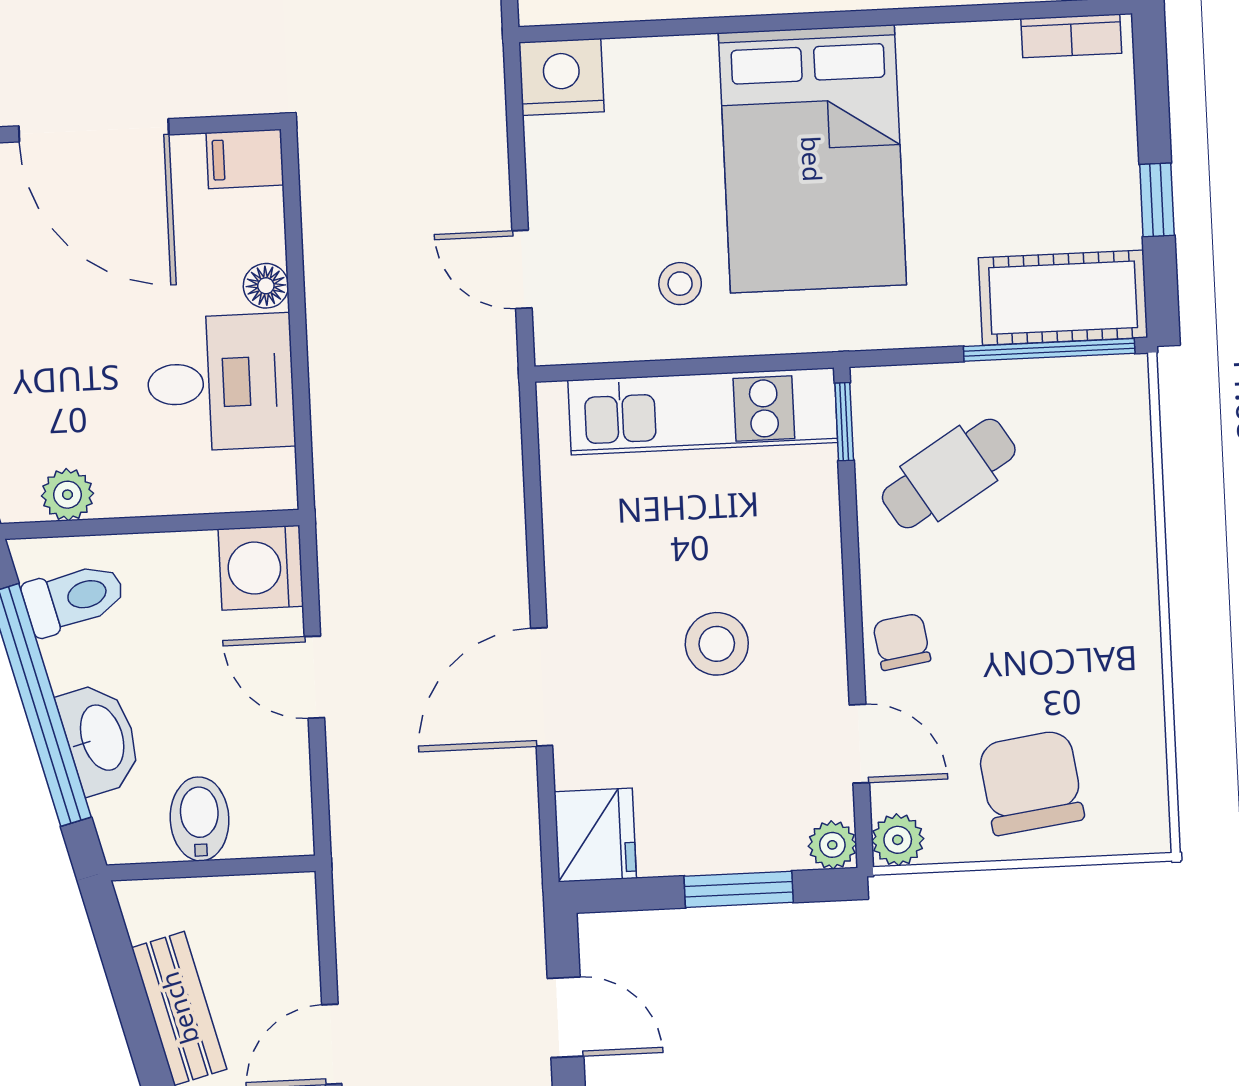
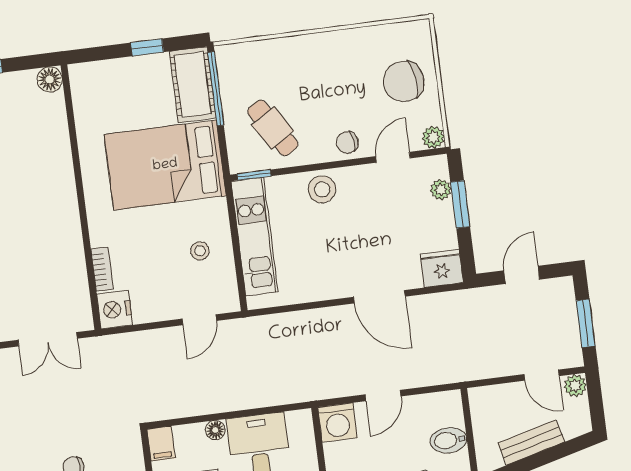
bookcase: (1071, 36) -> (102, 269), moved
bed: (812, 159) -> (165, 165), moved, turned 180
stool: (717, 644) -> (322, 189), moved
plant: (832, 845) -> (441, 190), moved

